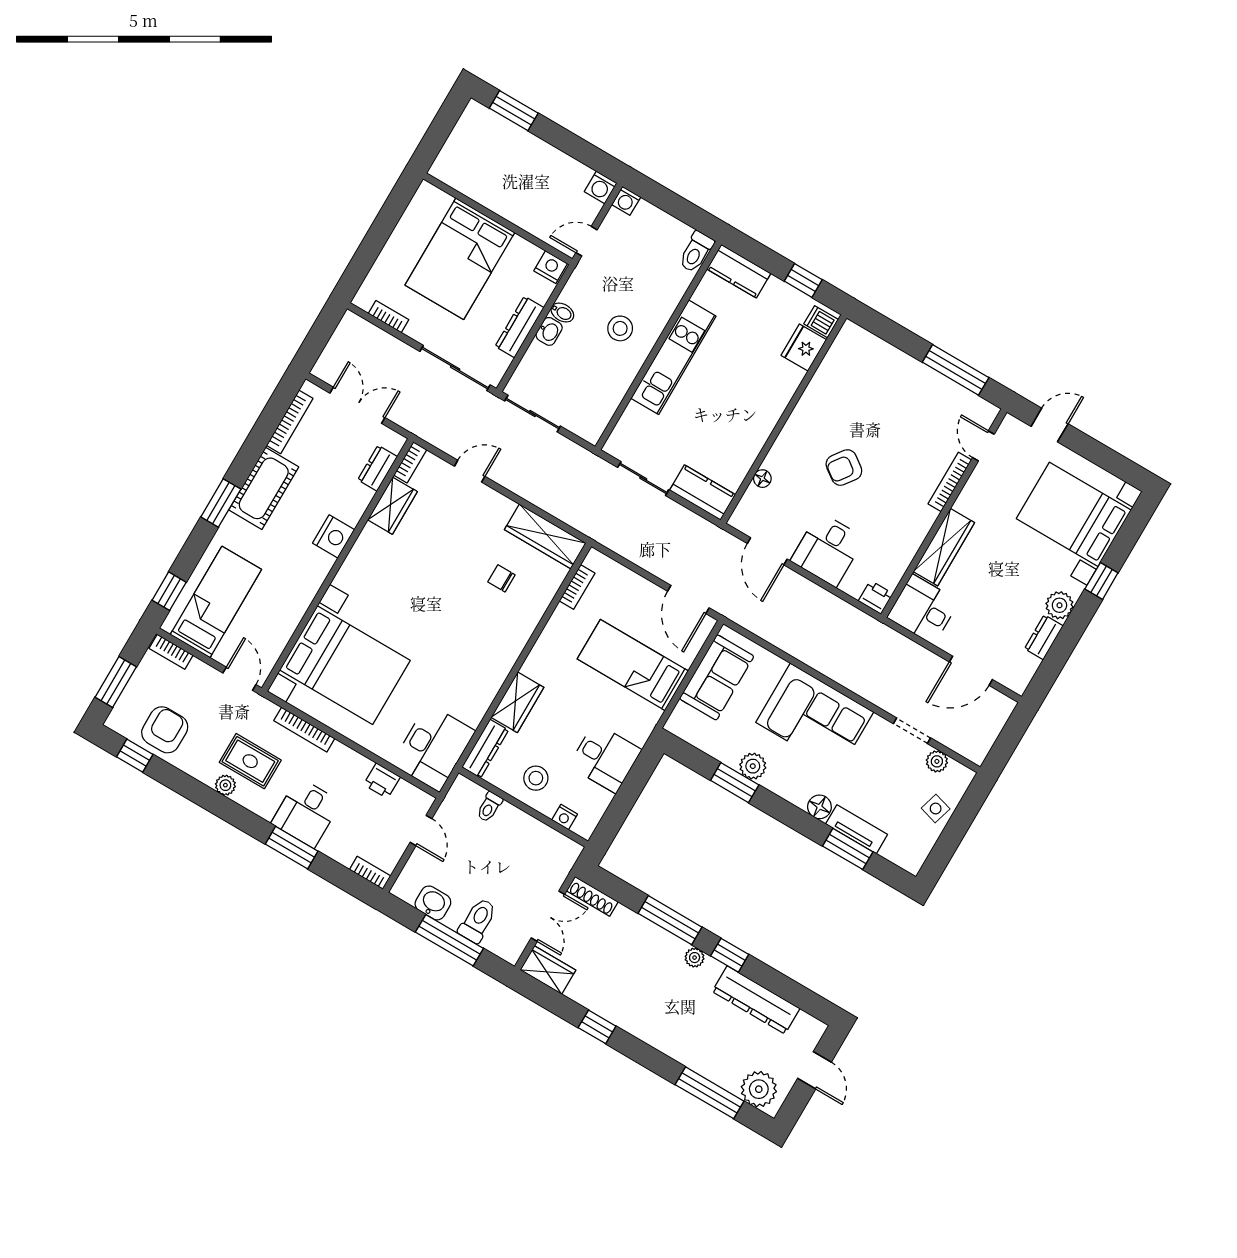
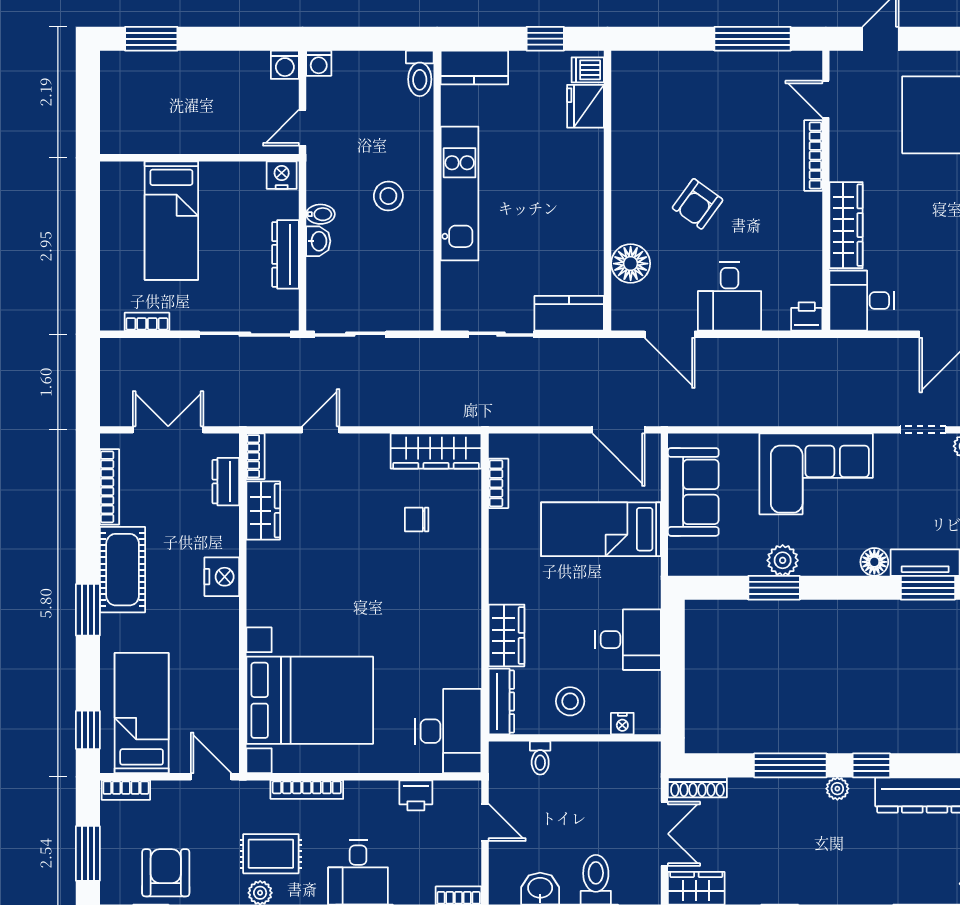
bed: (460, 259) -> (171, 221), width x0.67
floor lamp: (762, 479) -> (631, 264), width x1.89, depth x1.89

